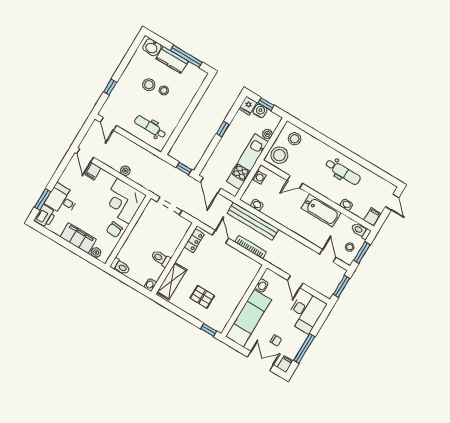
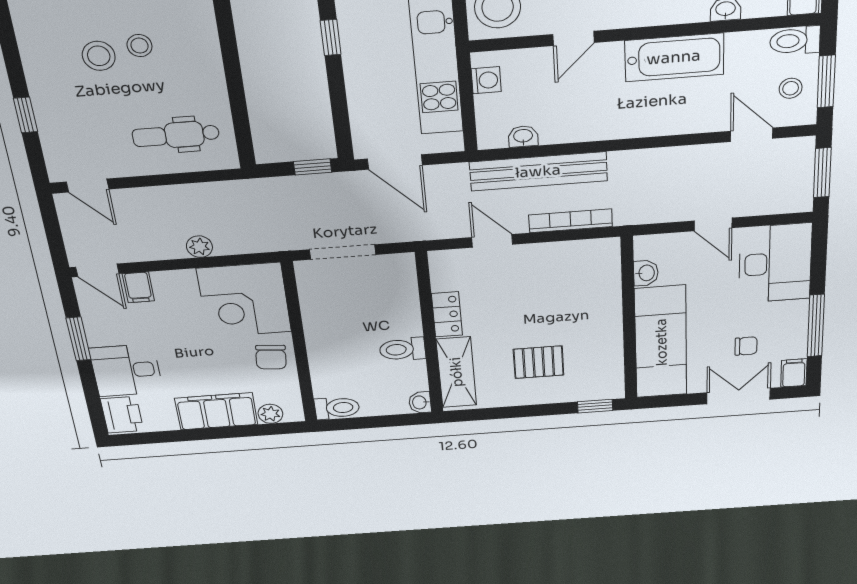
window: (43, 199) -> (79, 339), moved
locker: (194, 241) -> (447, 314), moved

